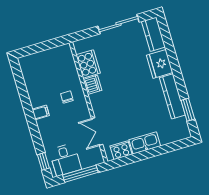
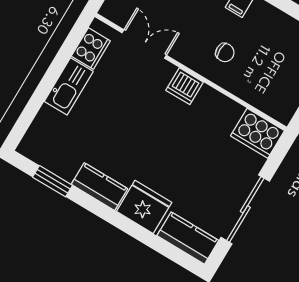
cooker: (88, 64) -> (257, 133), moved
dishwasher: (92, 85) -> (185, 86), moved
kitchen counter: (172, 96) -> (99, 187), width x0.67

